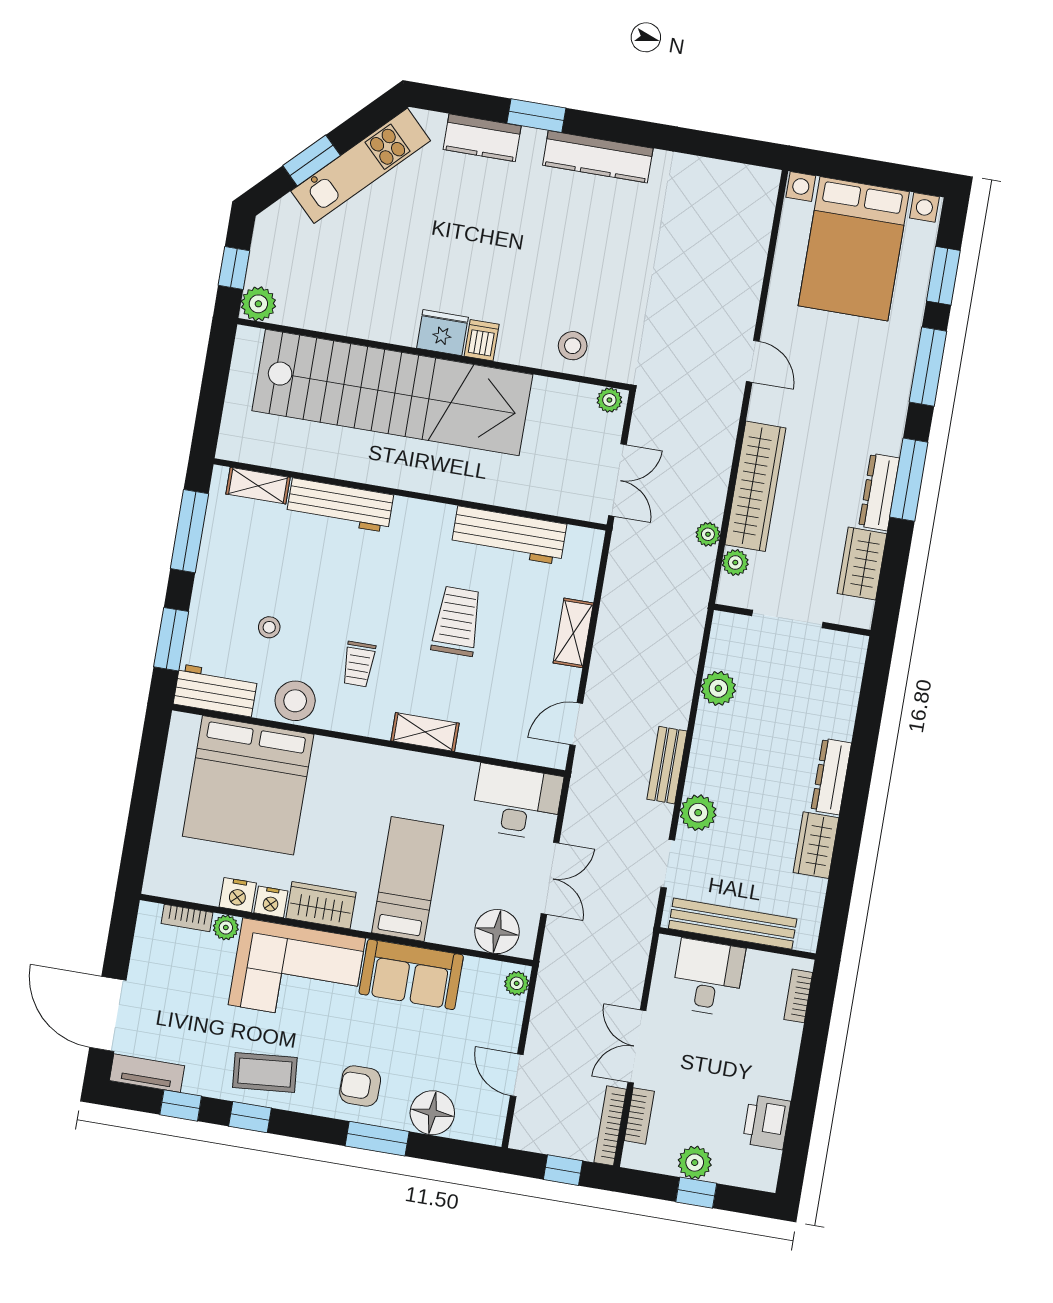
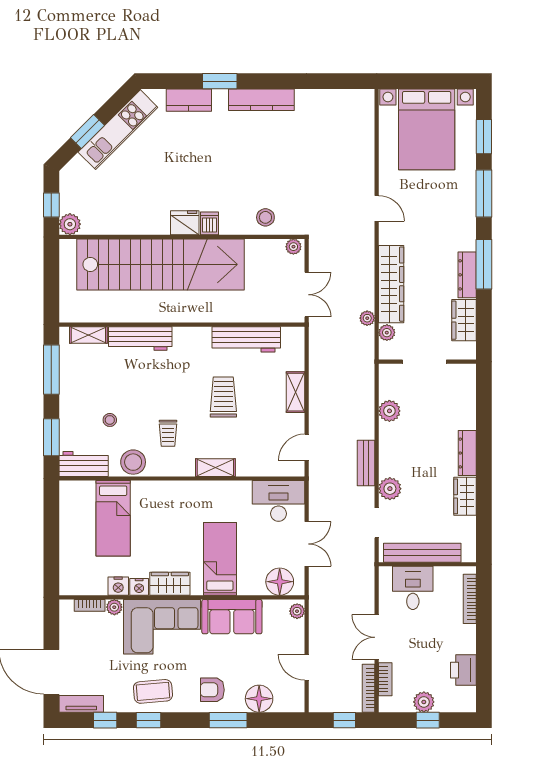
bed: (248, 785) -> (113, 518), width x0.49
bookcase: (798, 996) -> (470, 599), width x1.56

